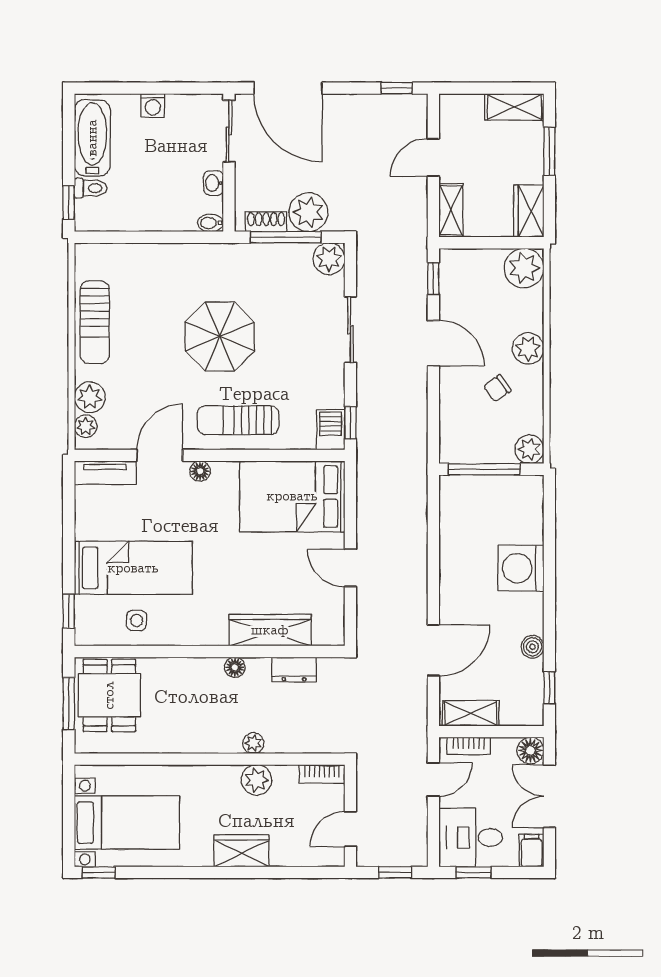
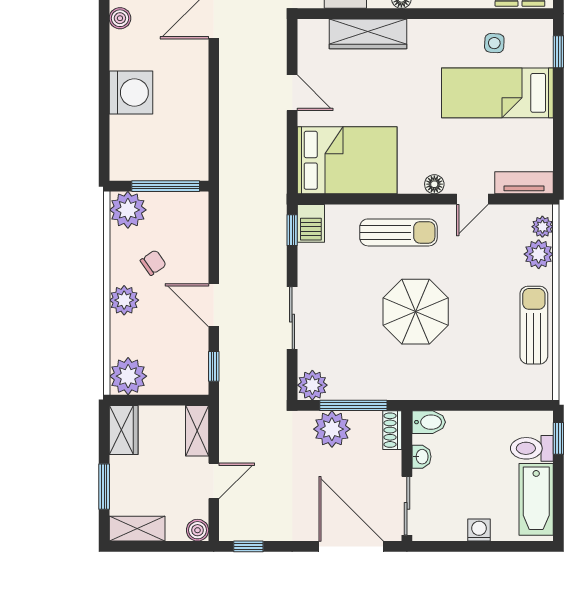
boiler: (450, 105) -> (198, 530), added
toilet: (91, 188) -> (532, 448), width x1.37, depth x1.39
shoe rack: (266, 222) -> (392, 430), moved, turned 90
bidet: (211, 223) -> (429, 422), width x1.38, depth x1.36
plant: (529, 449) -> (128, 210), width x1.36, depth x1.36
door: (160, 455) -> (472, 199), width x0.73

